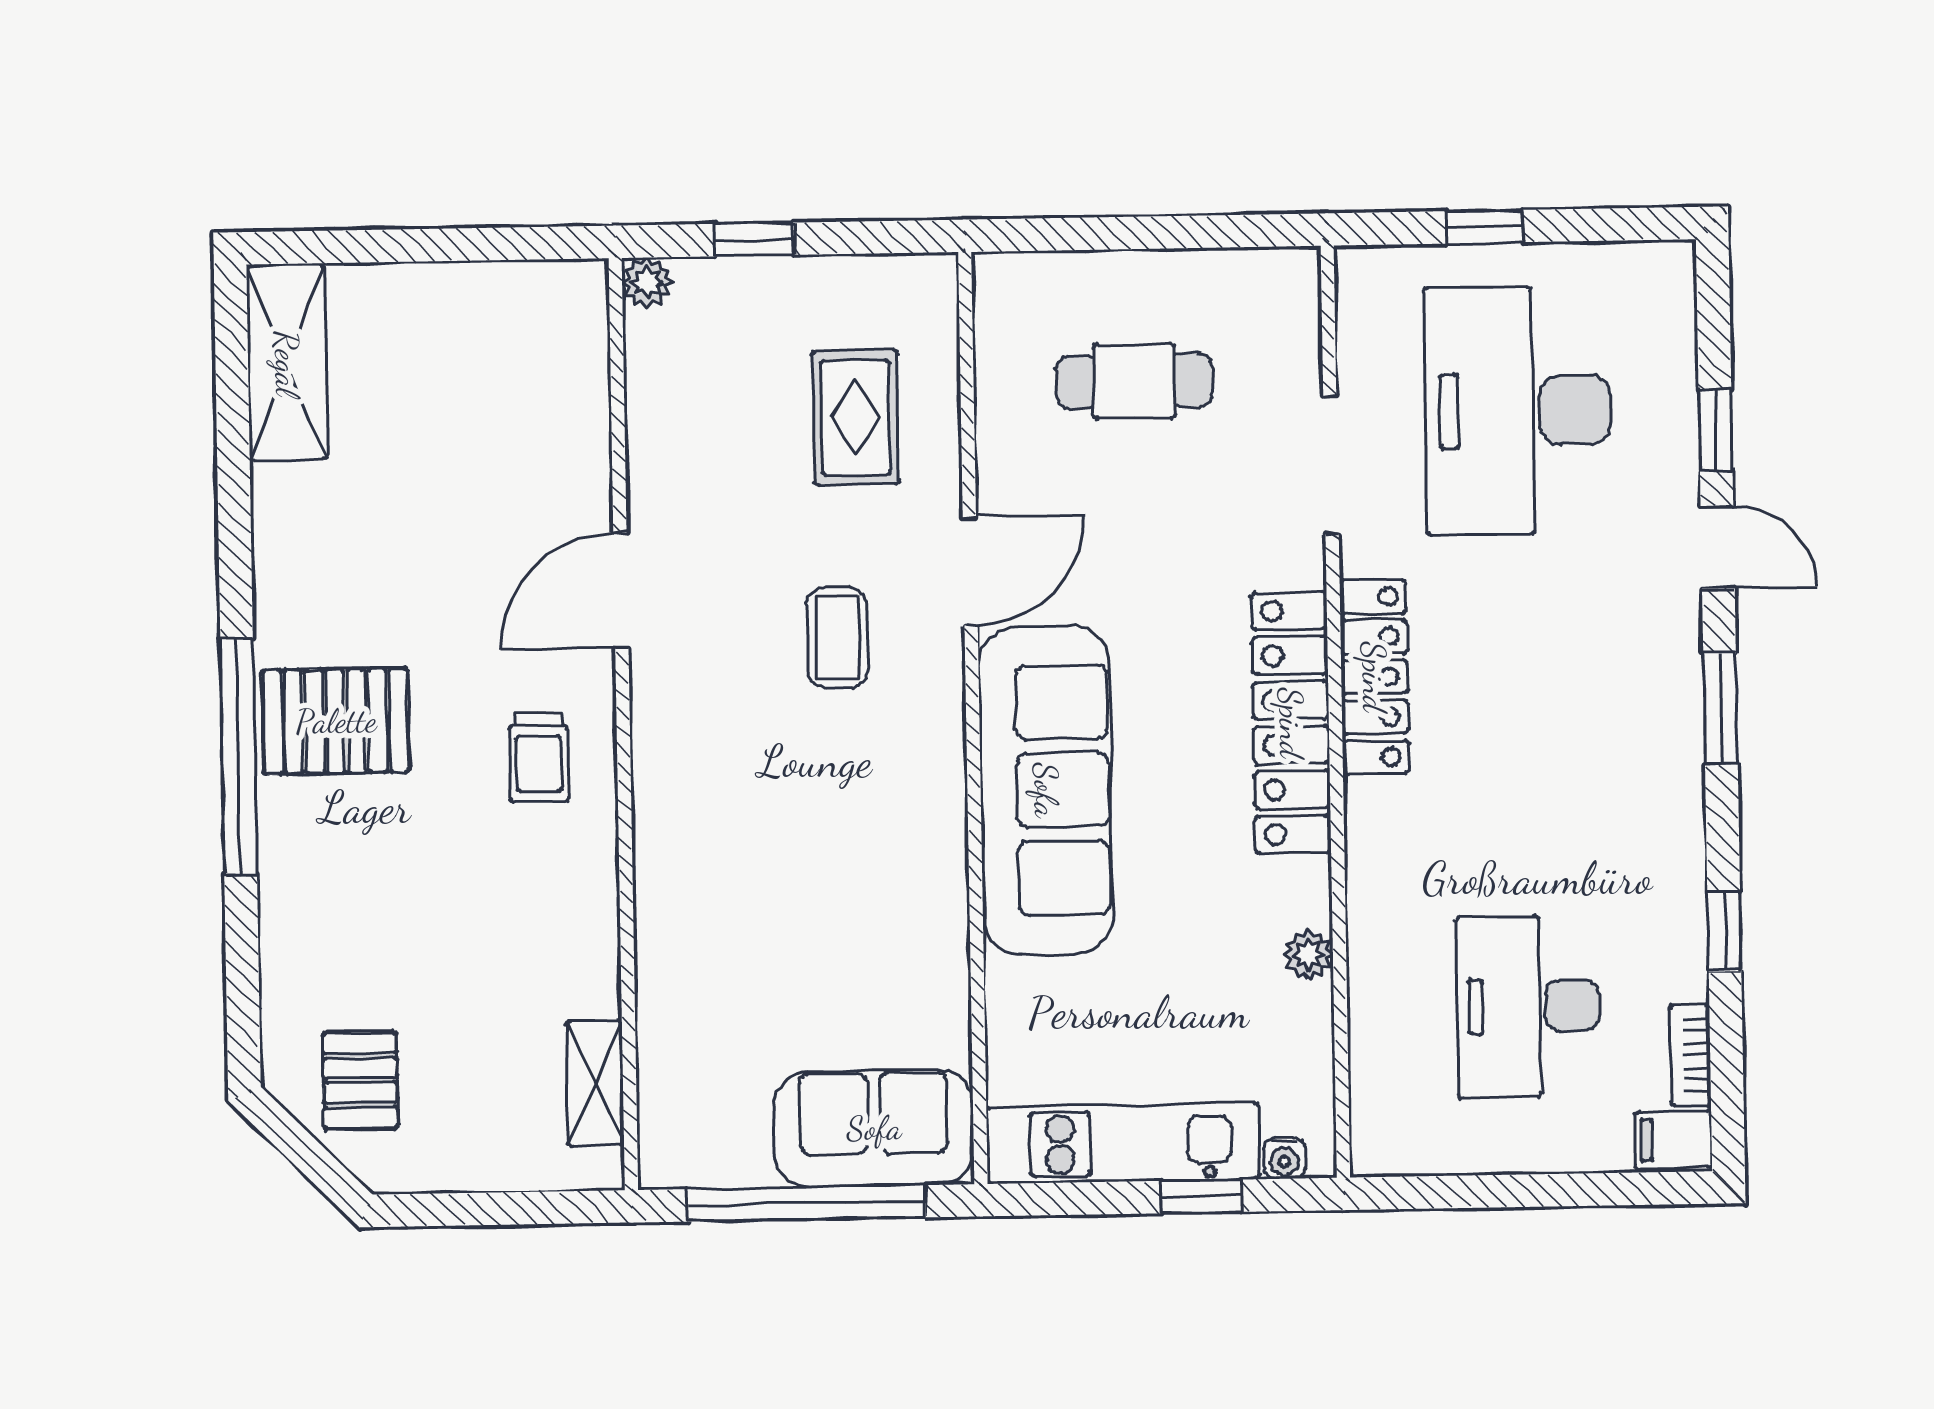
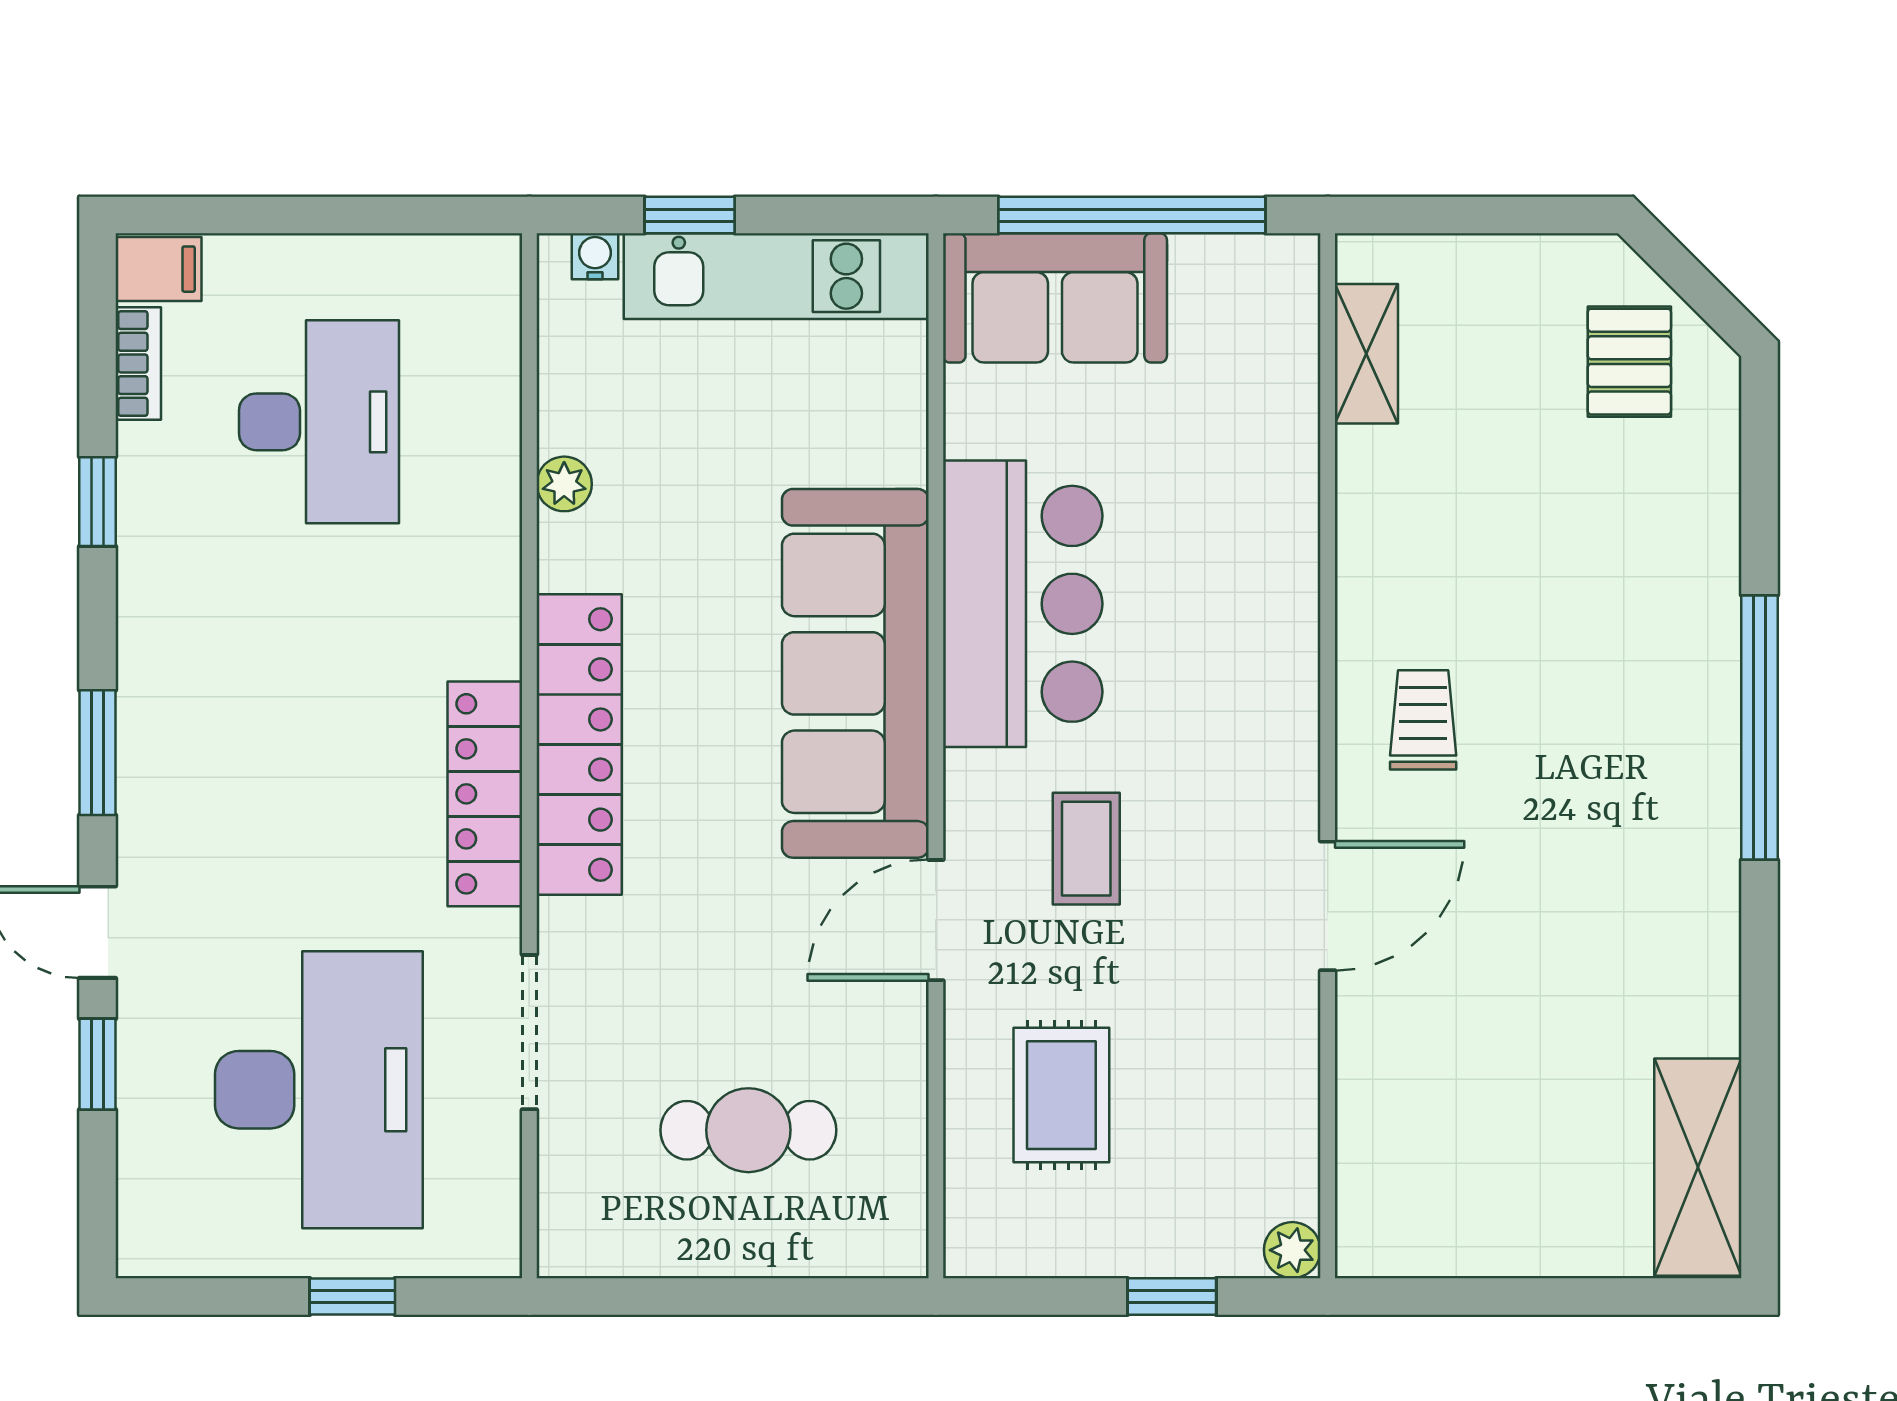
pallet: (336, 721) -> (1650, 765), removed
bar counter: (898, 855) -> (1023, 604), added

